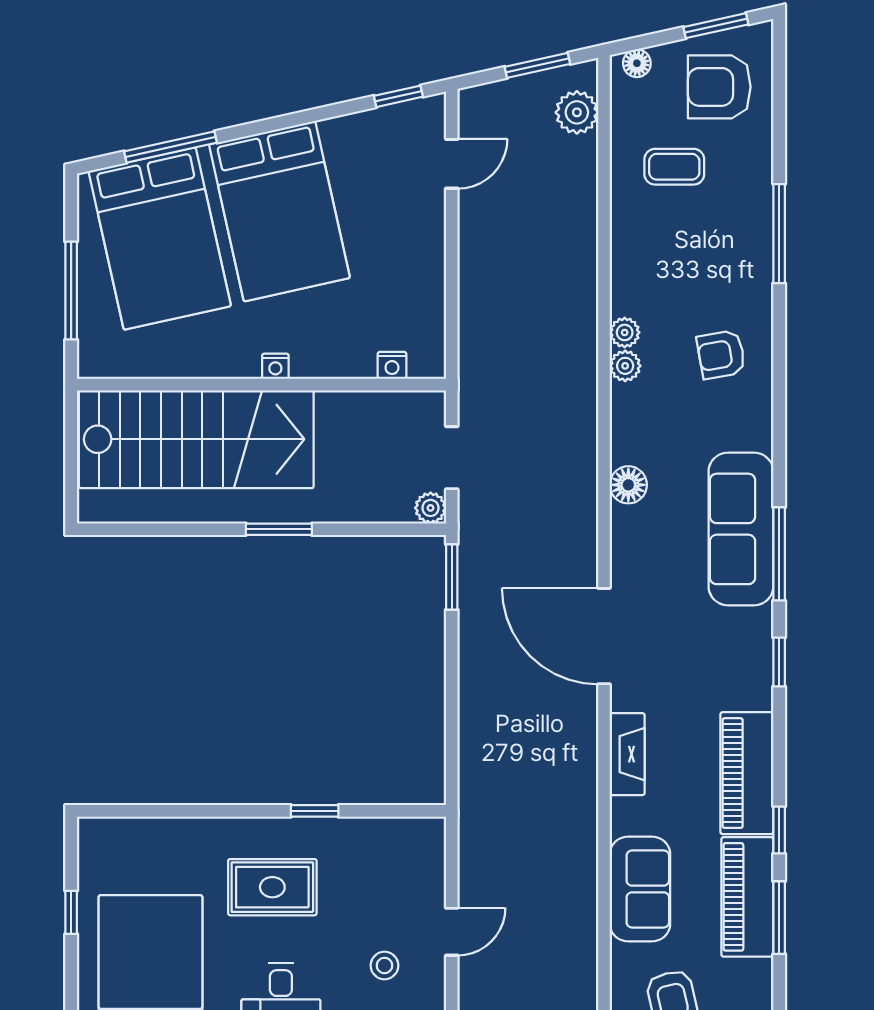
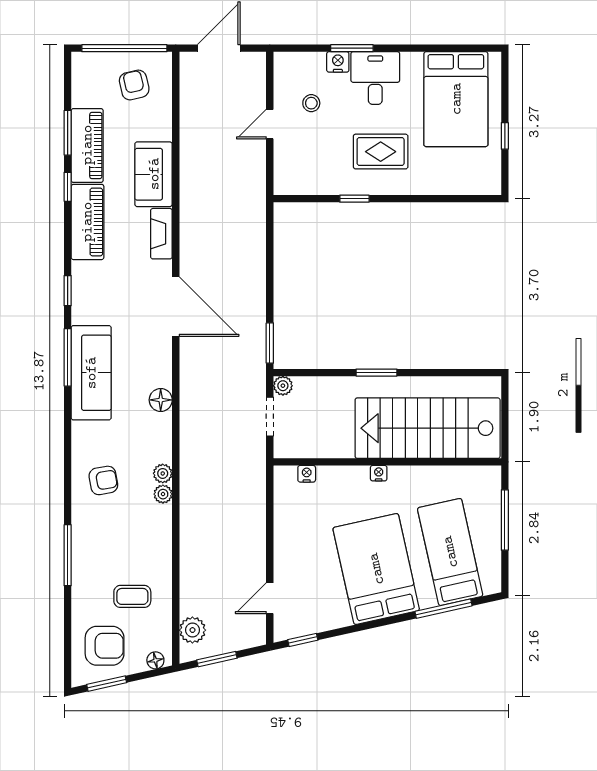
bed: (160, 239) -> (450, 552), width x0.67
sofa: (640, 889) -> (154, 174), moved

